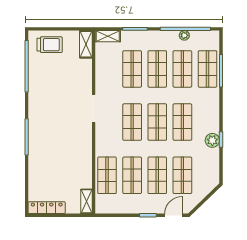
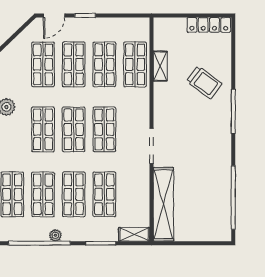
plant: (184, 35) -> (55, 235), moved
shelving: (86, 44) -> (163, 204), width x2.20, depth x1.33
trolley: (50, 45) -> (204, 82), moved, turned -143
shelving: (86, 201) -> (160, 66), moved

